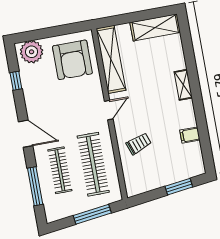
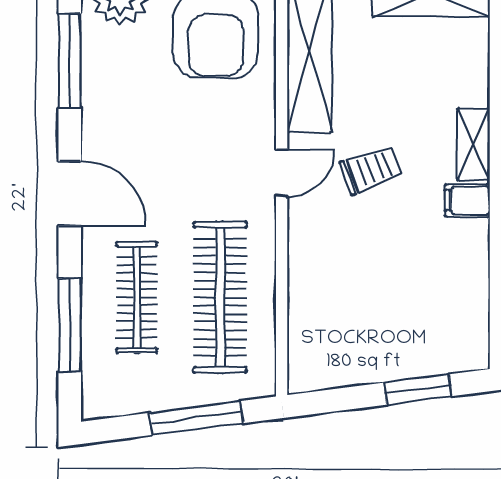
window: (16, 81) -> (70, 61), width x2.17
filing cabinet: (190, 135) -> (467, 200), moved
trolley: (139, 144) -> (371, 170), moved

